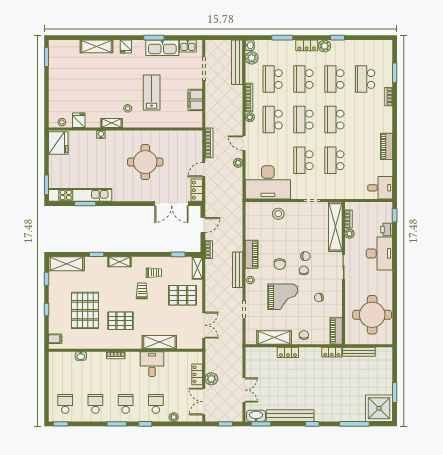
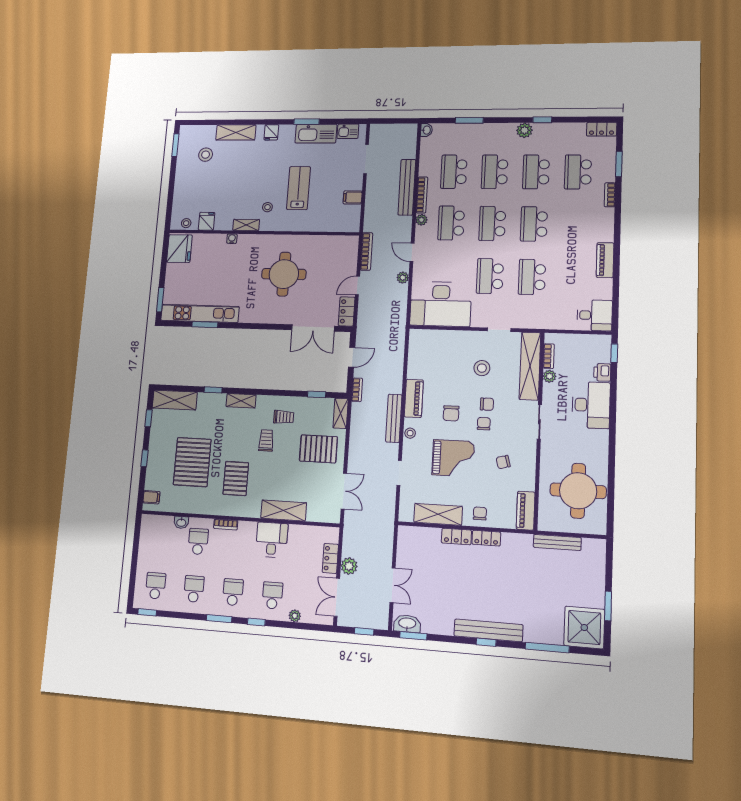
locker: (307, 45) -> (602, 129), moved
plant: (252, 58) -> (428, 146), removed
bench: (237, 62) -> (407, 187), moved
stool: (73, 65) -> (206, 155), added
filing cabinet: (195, 100) -> (353, 197), width x0.50
stool: (278, 214) -> (482, 368), moved
pallet: (121, 321) -> (236, 478), turned 90
locker: (332, 352) -> (486, 538), moved
school desk: (95, 369) -> (198, 541), added
bench: (290, 416) -> (488, 630), moved

